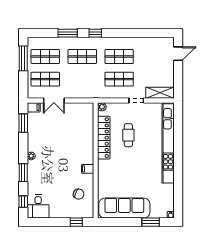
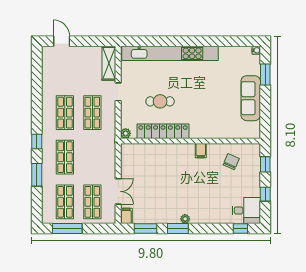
window: (23, 173) -> (178, 228), moved
sofa: (124, 208) -> (251, 98), width x0.74, depth x0.79
window: (52, 222) -> (265, 194), added

